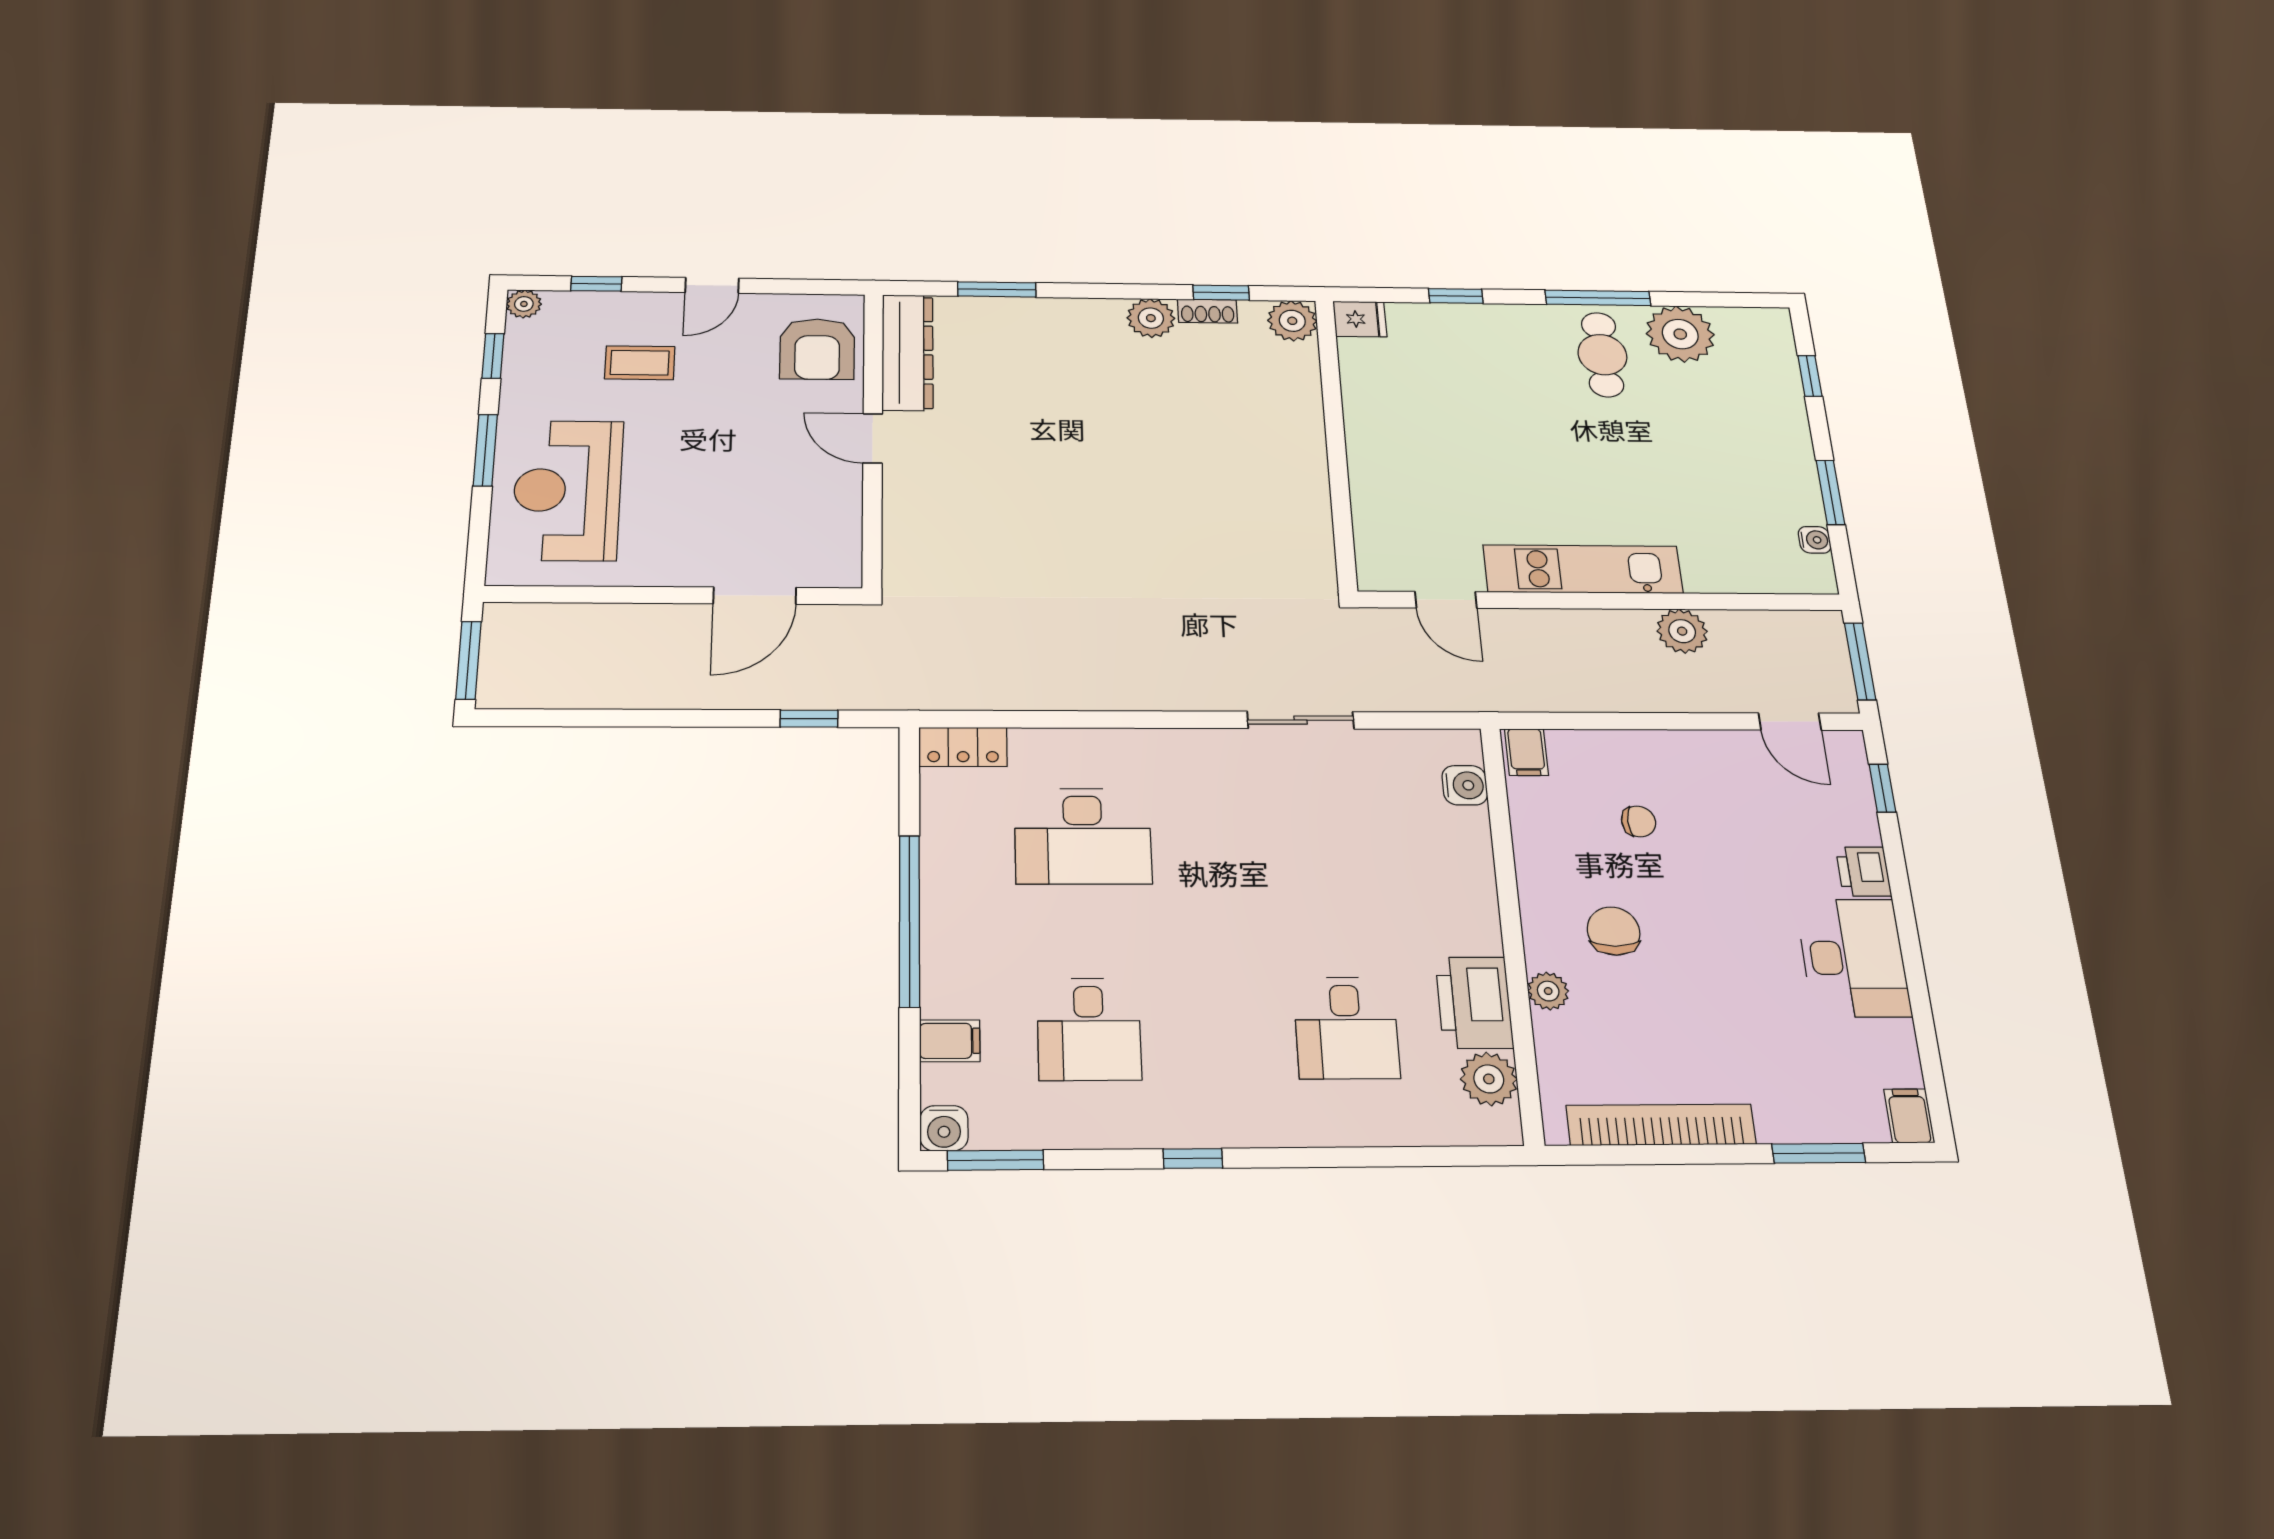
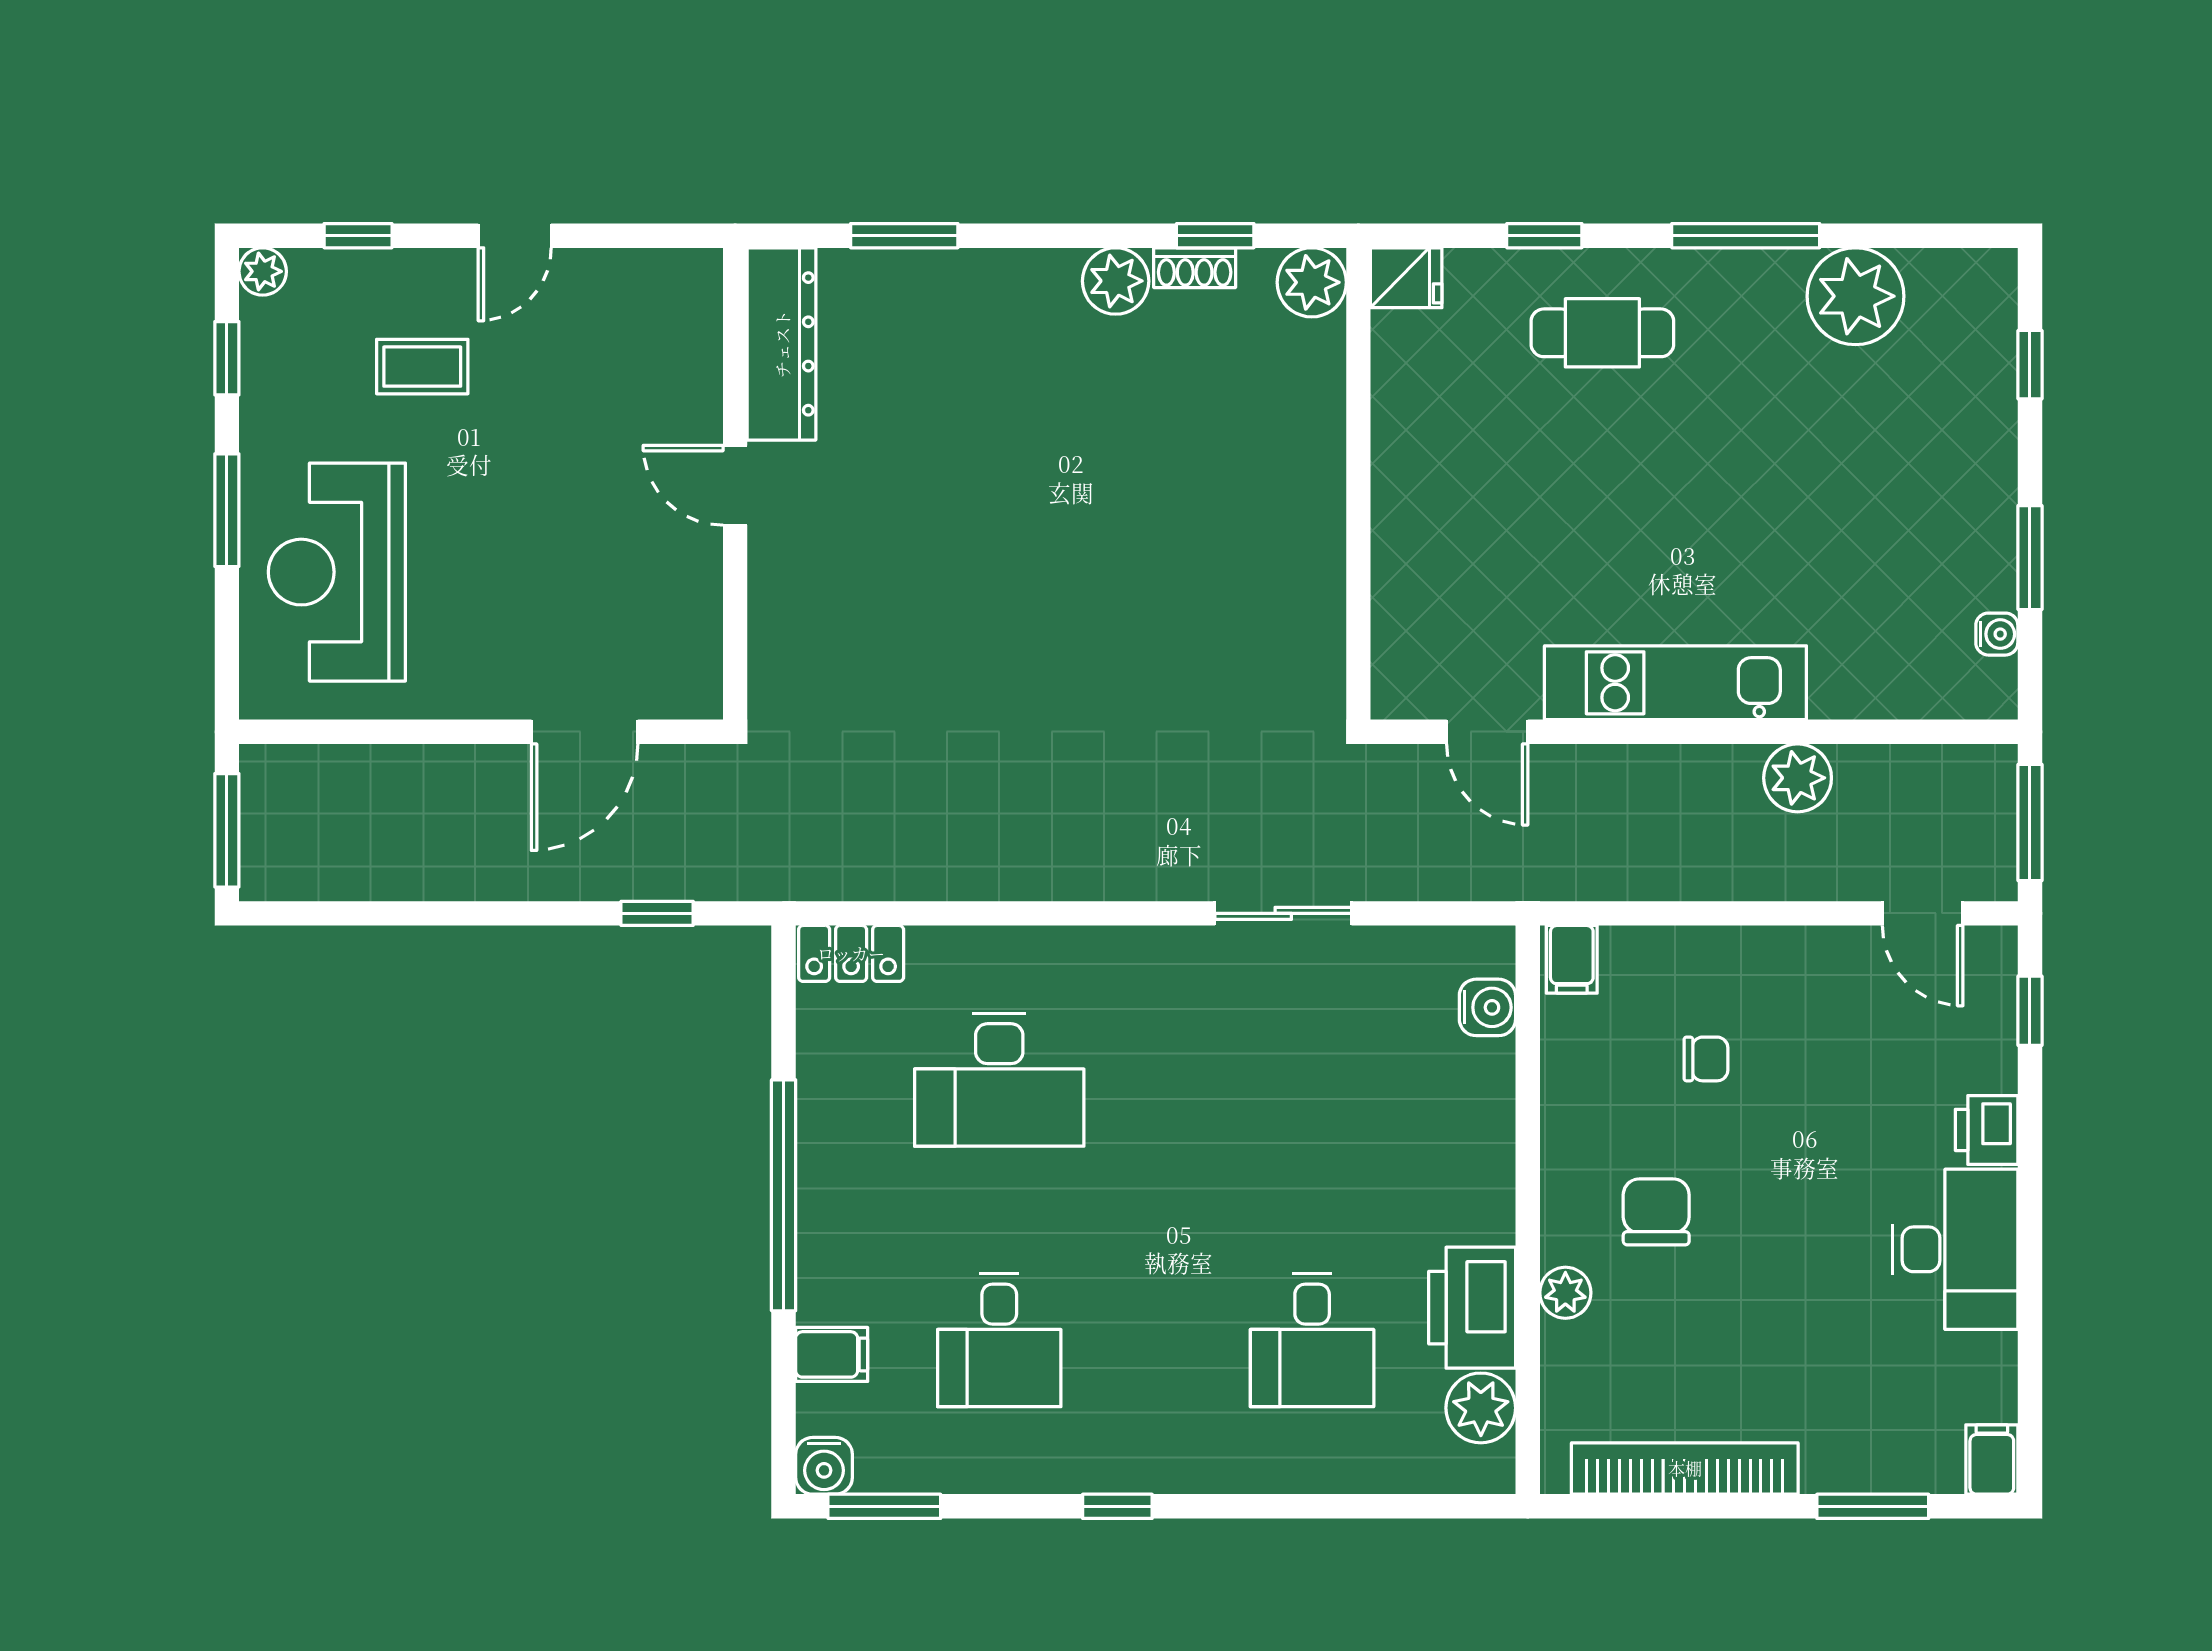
armchair: (817, 349) -> (659, 340), removed
cafe table: (1602, 355) -> (1602, 333), moved, turned 90

